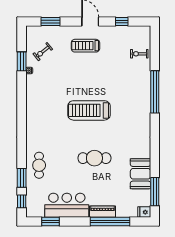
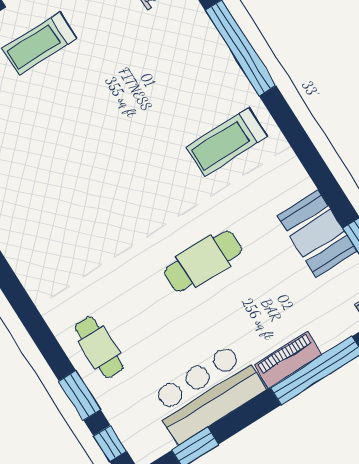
treadmill: (89, 110) -> (227, 142), moved, width x0.73, depth x0.73

